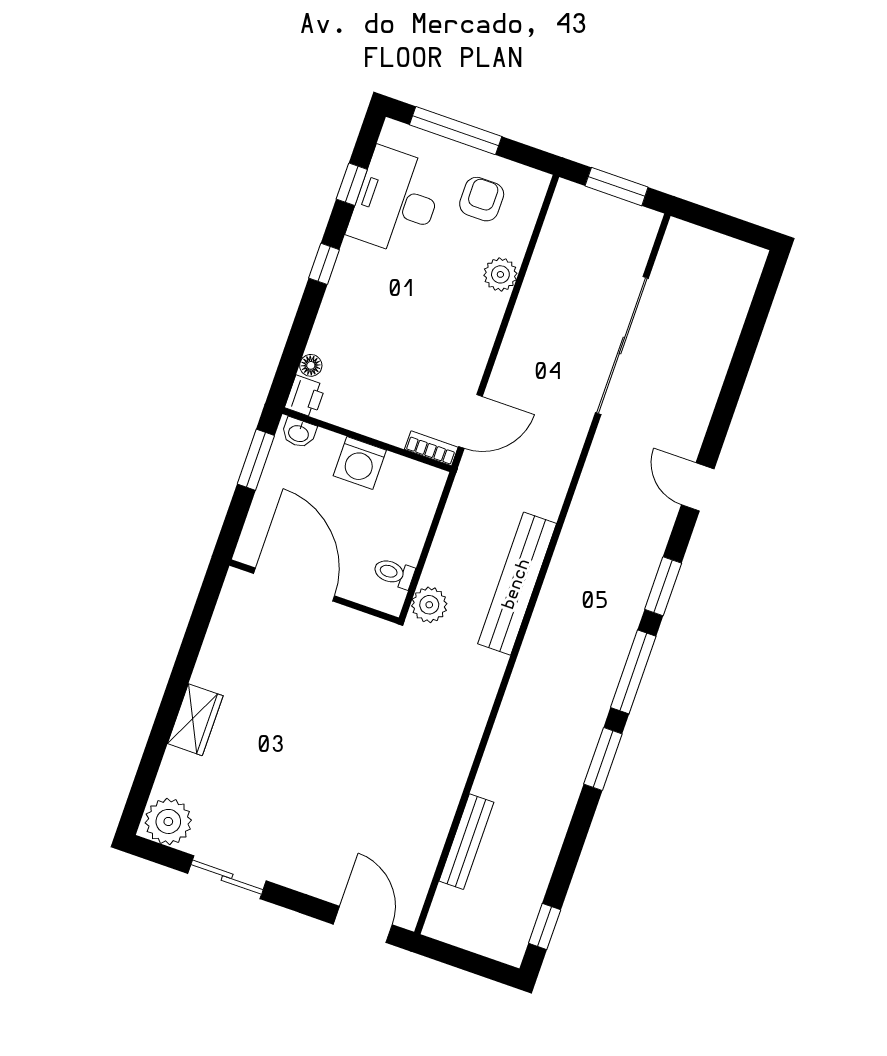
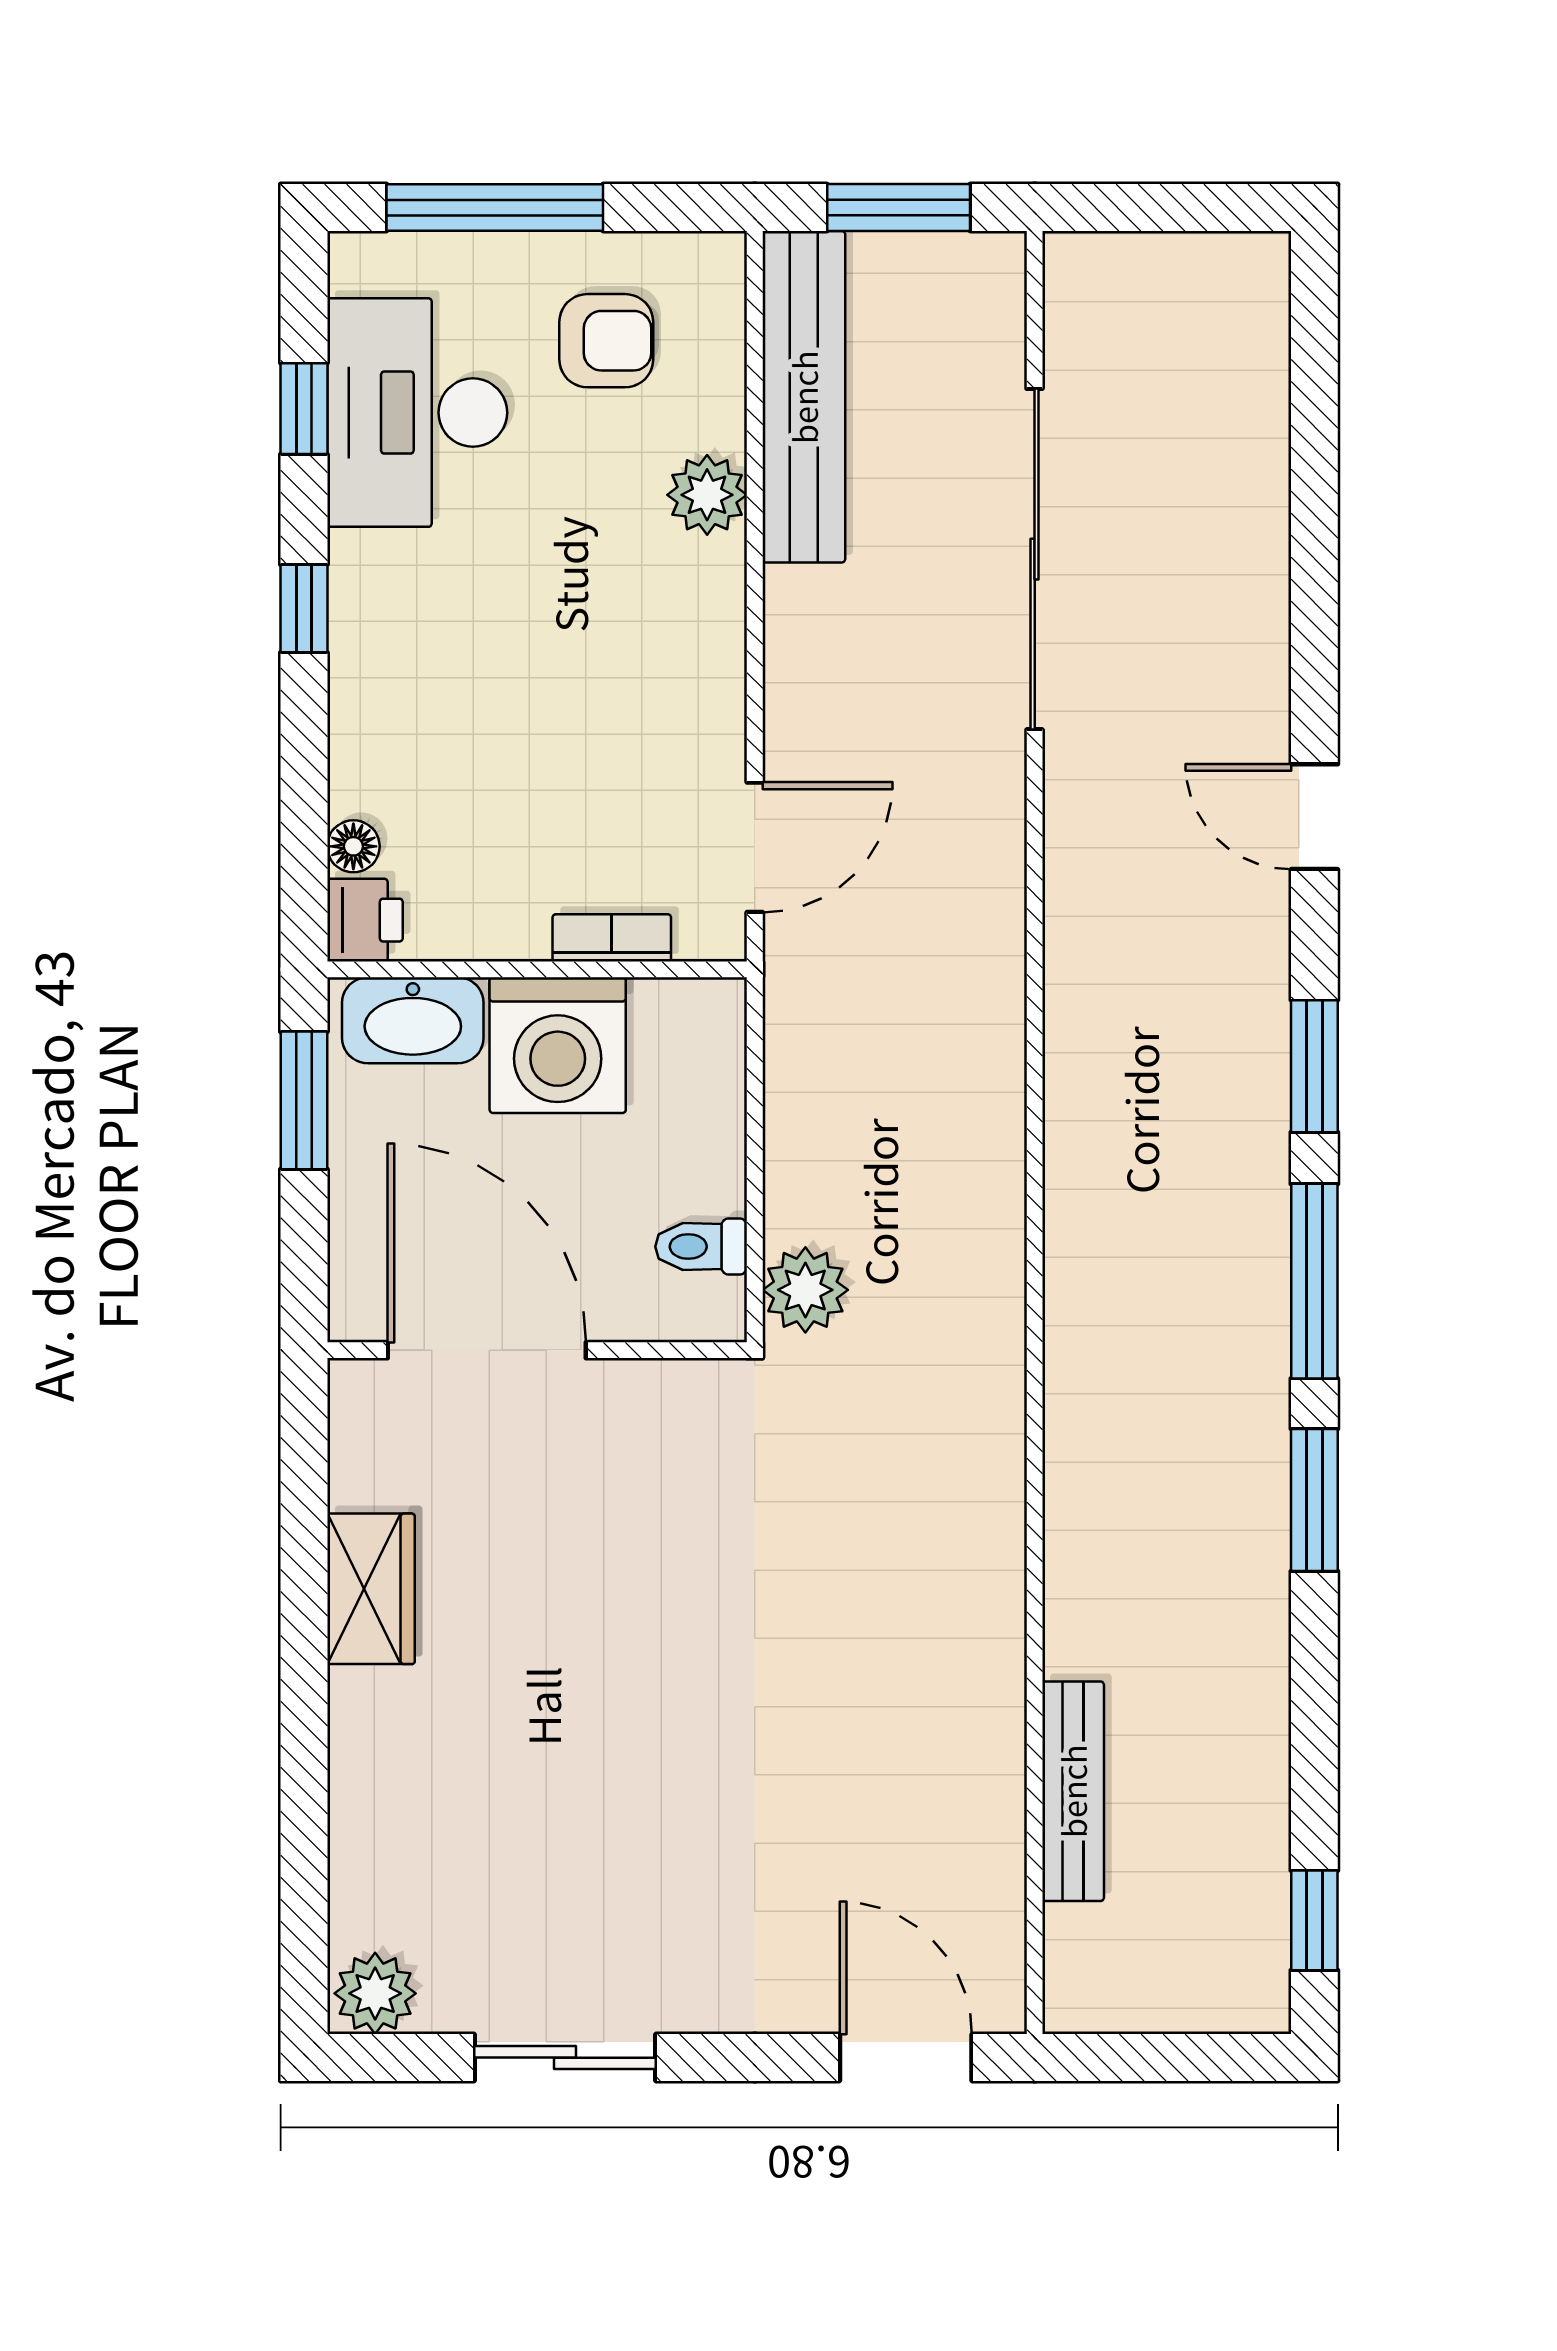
armchair: (482, 199) -> (606, 341), turned 90
washbasin: (299, 433) -> (413, 1020), width x1.91, depth x1.45
bookcase: (431, 448) -> (612, 938), moved
washing machine: (360, 463) -> (558, 1045), width x1.37, depth x1.37
bench: (517, 584) -> (804, 397), moved
wardrobe: (195, 720) -> (371, 1589), moved
plant: (168, 821) -> (375, 1993), width x0.73, depth x0.73

